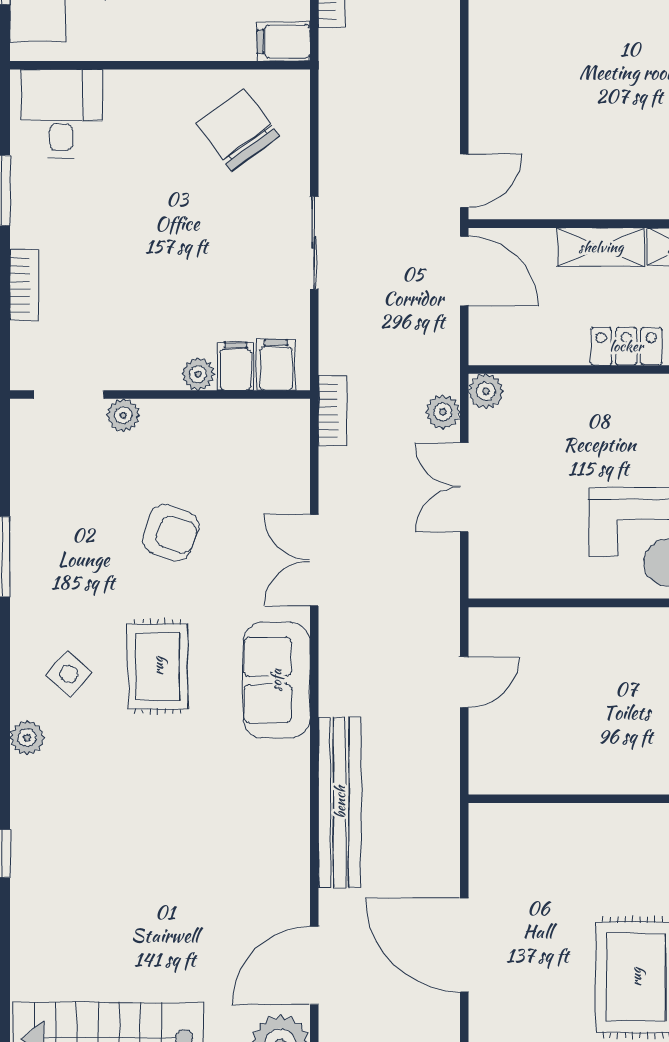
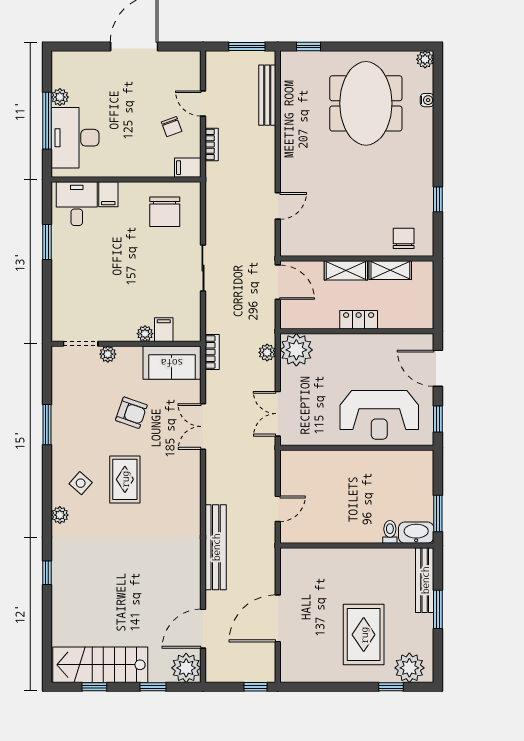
chair: (238, 130) -> (165, 212), turned -144
door: (464, 181) -> (278, 206), moved
bookcase: (24, 285) -> (58, 289), removed
filing cabinet: (276, 365) -> (108, 194), moved, turned 180
plant: (486, 391) -> (296, 350), width x1.88, depth x1.88
double door: (464, 487) -> (278, 414), moved
sofa: (276, 680) -> (172, 363), moved, turned -90
door: (464, 682) -> (278, 509), moved
door: (464, 945) -> (278, 618), hinge flipped

